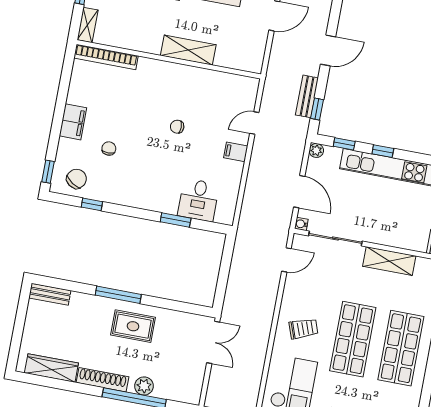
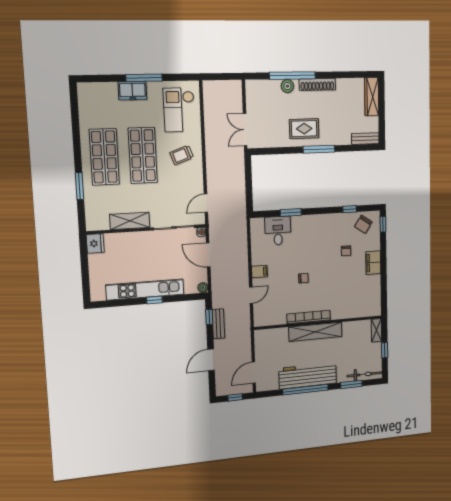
shelving: (188, 50) -> (315, 332), width x1.47
bookcase: (106, 57) -> (309, 317), moved
window: (344, 144) -> (184, 298), removed
wardrobe: (51, 368) -> (372, 97), moved, turned 90

